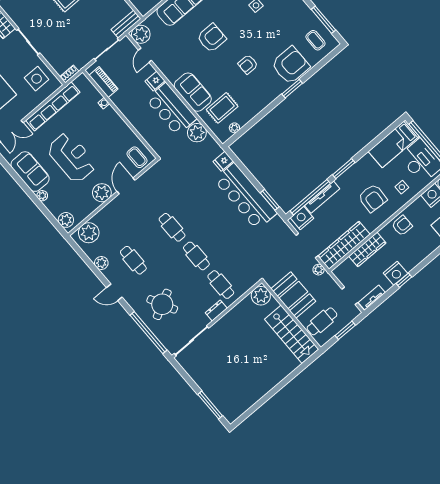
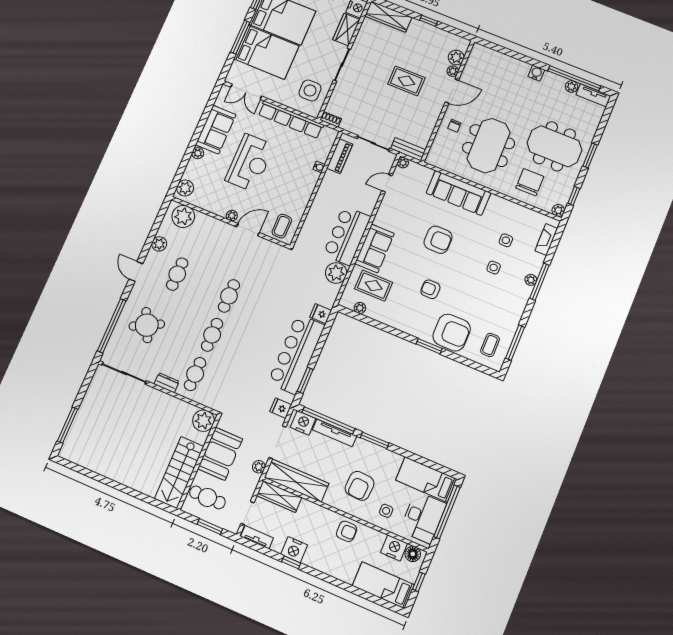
plant: (141, 34) -> (403, 163), width x0.53, depth x0.53
fridge: (155, 81) -> (281, 408), moved
plant: (102, 193) -> (232, 216), width x0.53, depth x0.53
wardrobe: (367, 250) -> (279, 497), moved

